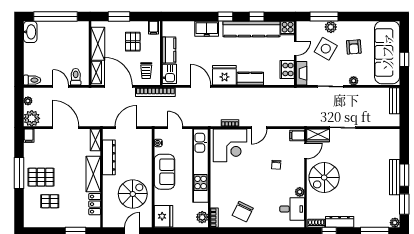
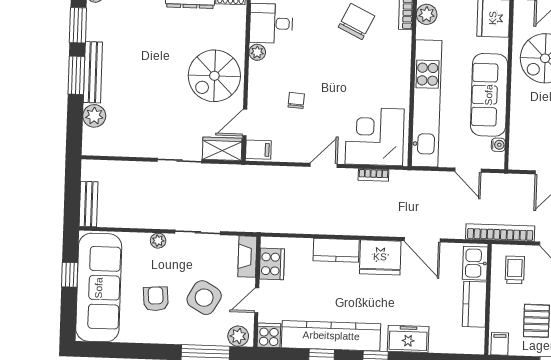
plant: (331, 27) -> (238, 336), moved
plant: (393, 152) -> (94, 116), added
sofa: (164, 172) -> (489, 95), width x1.36
spiral stairs: (324, 177) -> (214, 76), turned 180

